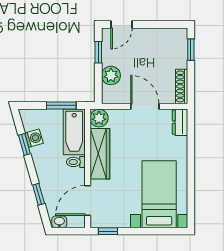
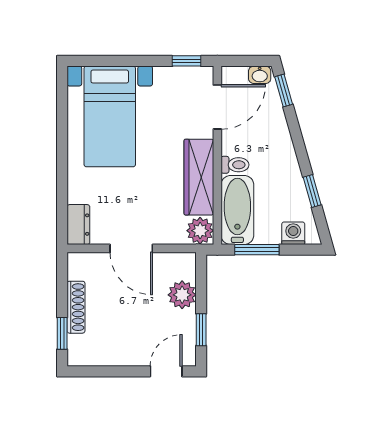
shoe rack: (182, 86) -> (76, 307), moved
washing machine: (34, 138) -> (293, 233), moved, turned 106
window: (39, 194) -> (284, 91), moved

